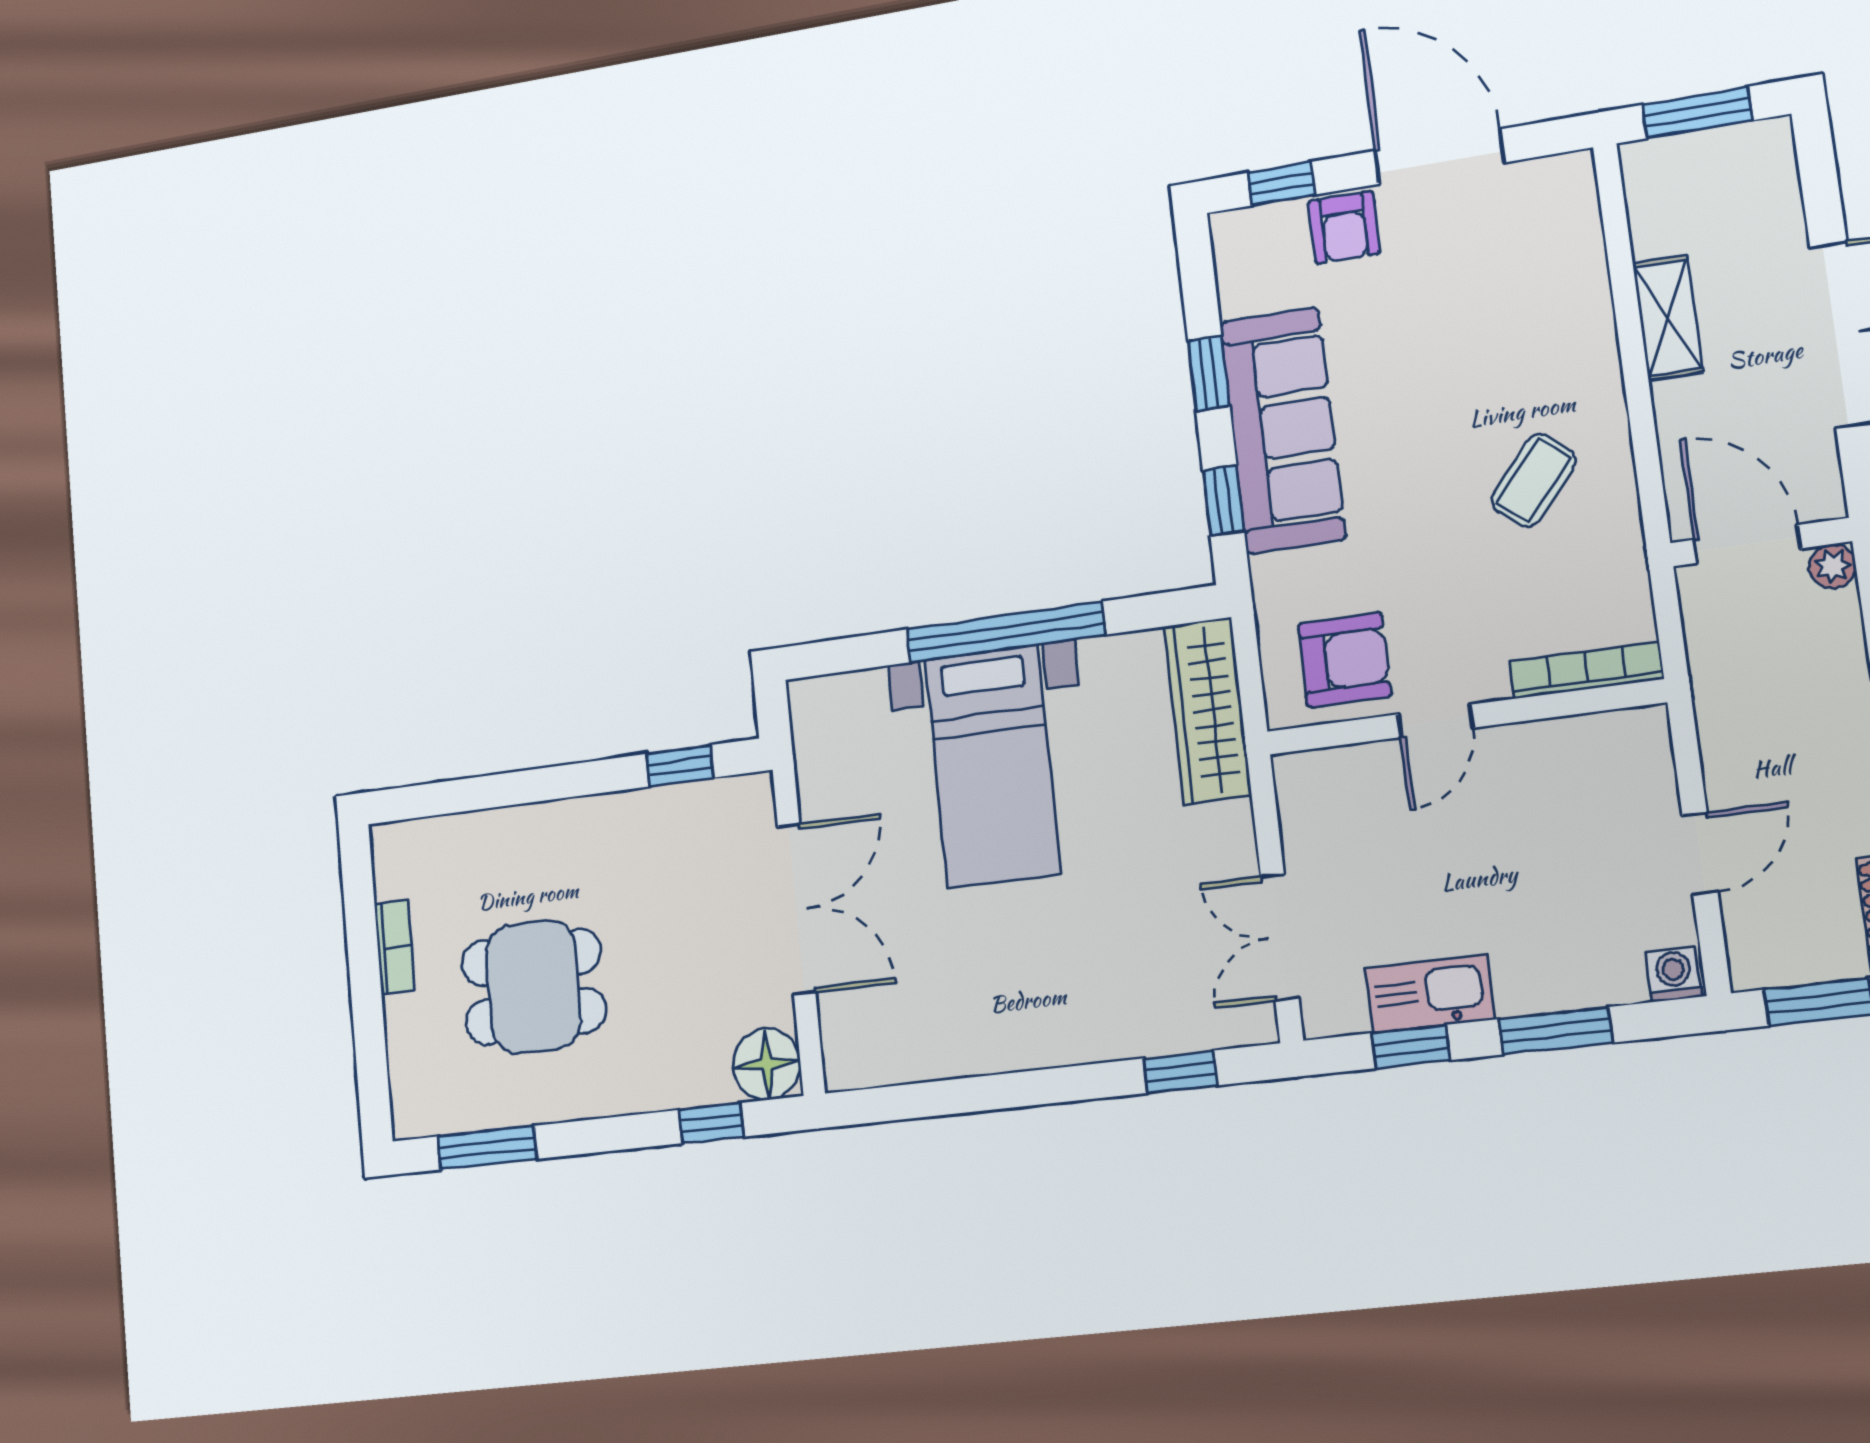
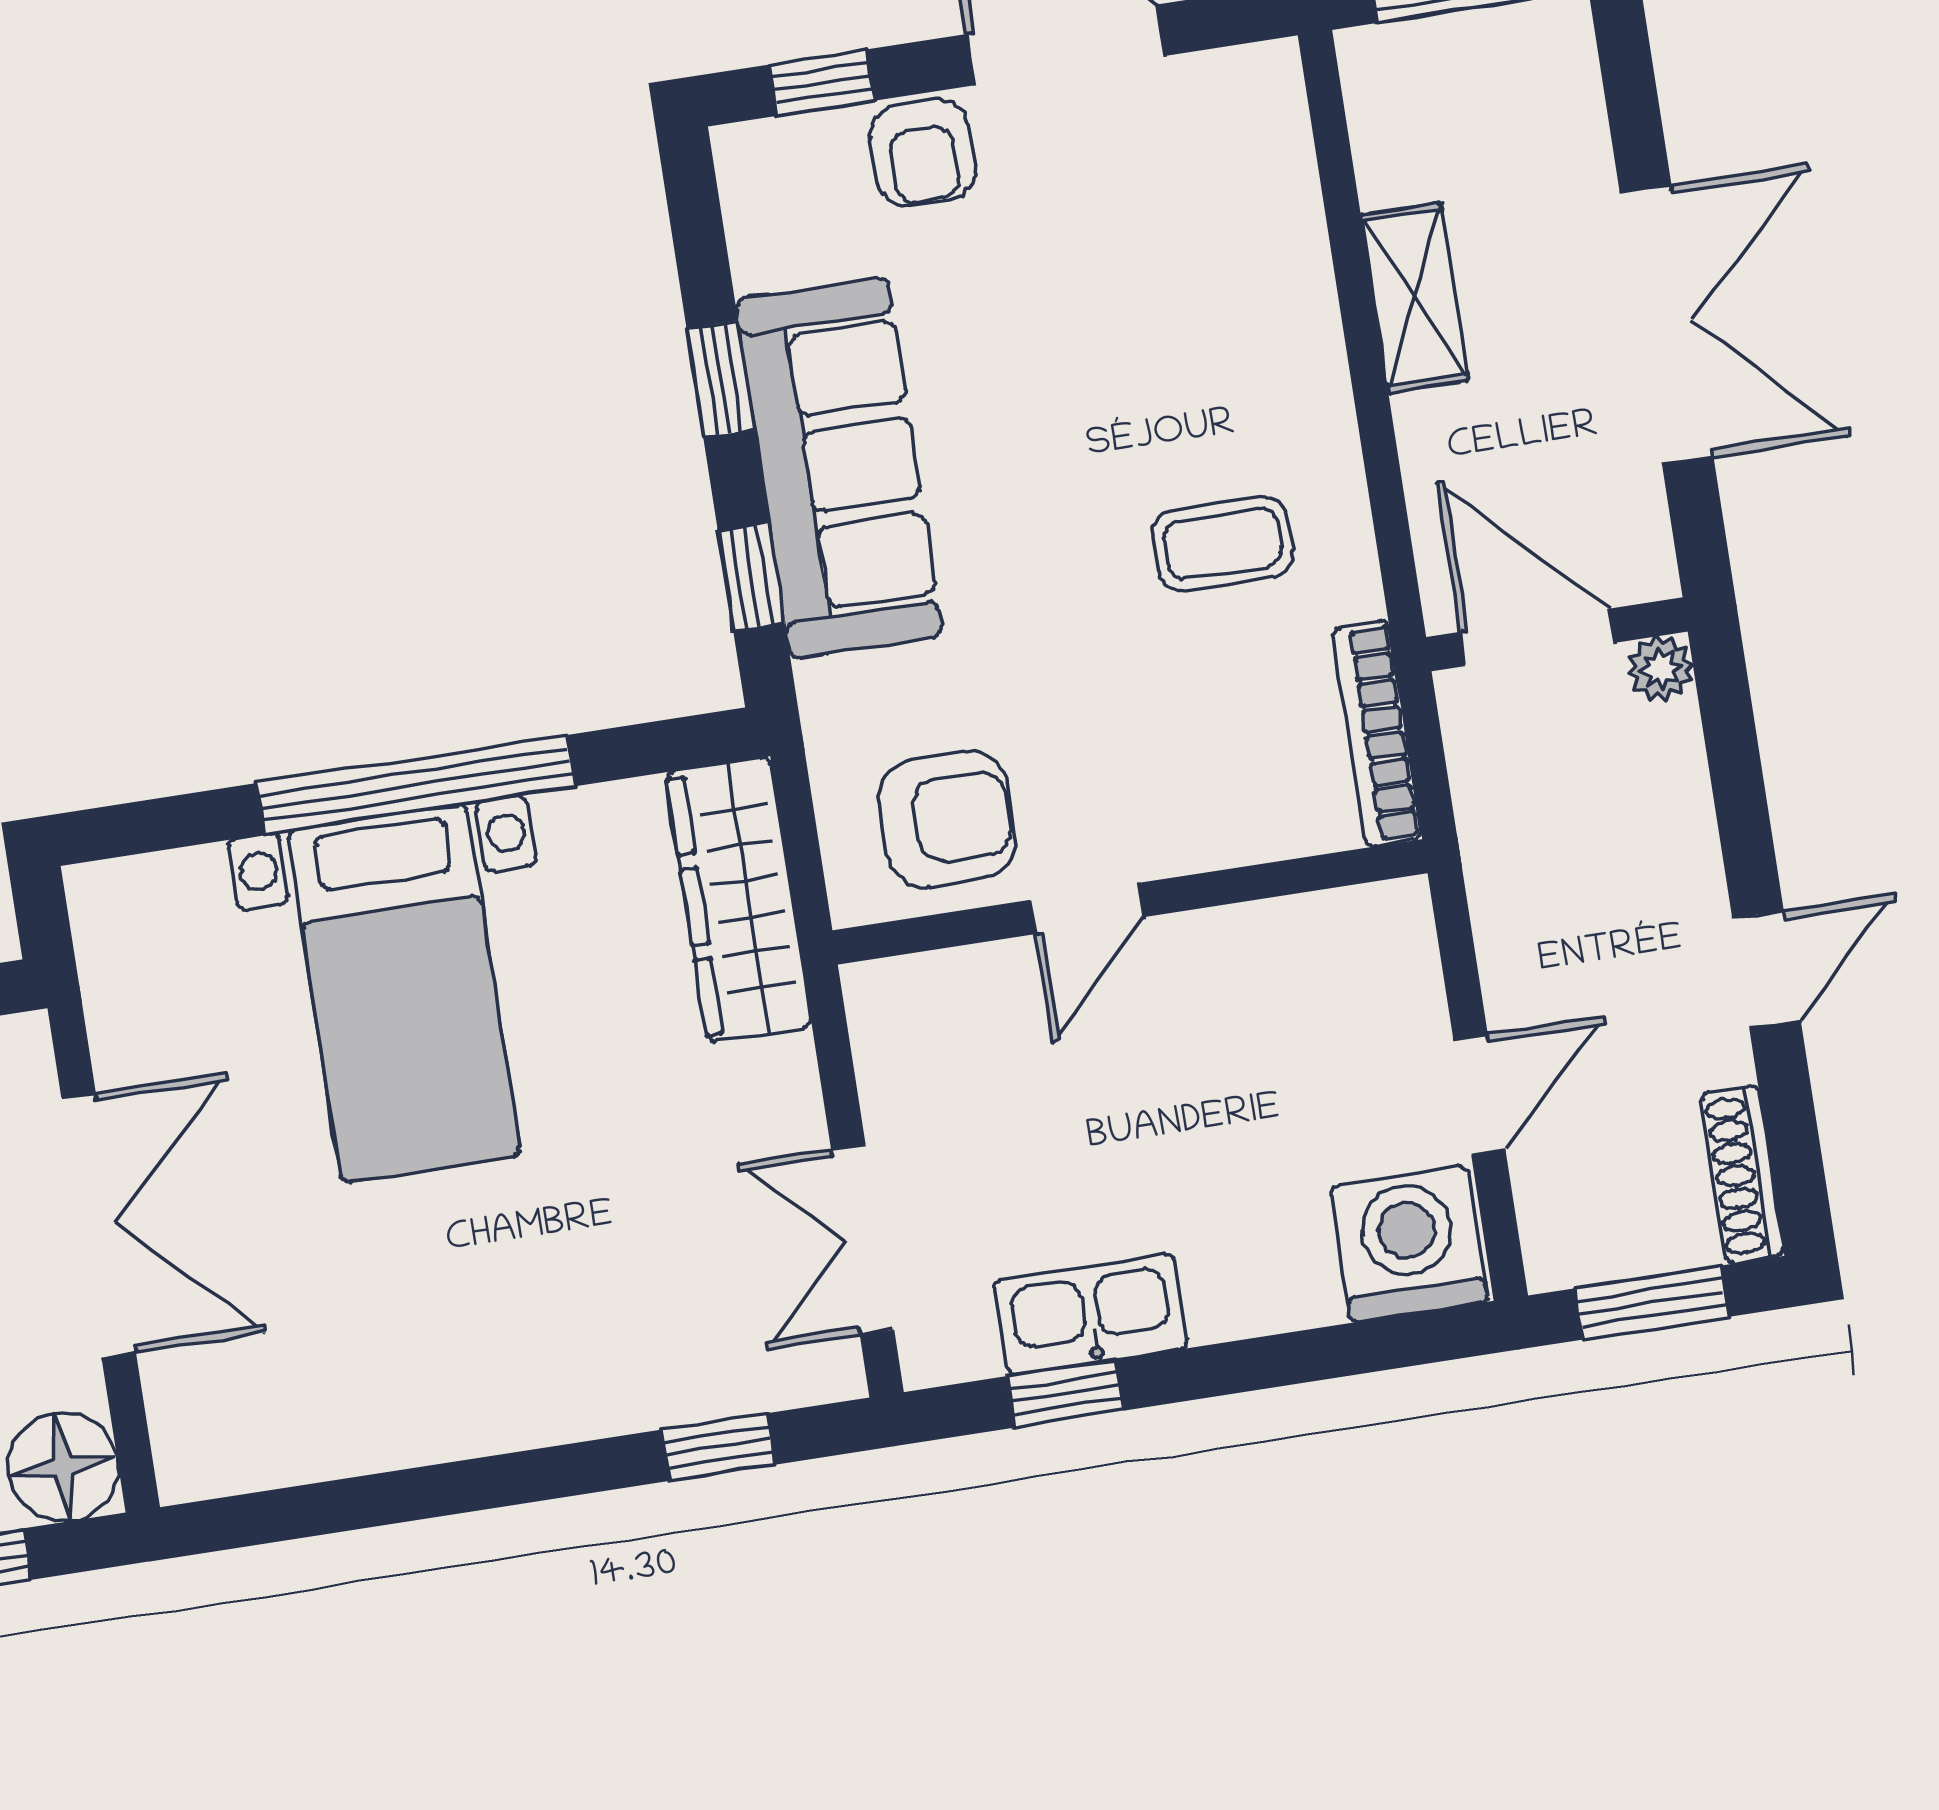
coffee table: (1534, 480) -> (1223, 544), turned 50
bookcase: (1586, 670) -> (1377, 734), moved, turned -90
washing machine: (1674, 974) -> (1409, 1244), width x1.89, depth x1.89
window: (1555, 1031) -> (1277, 1361), removed

